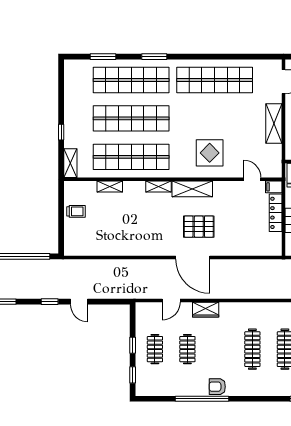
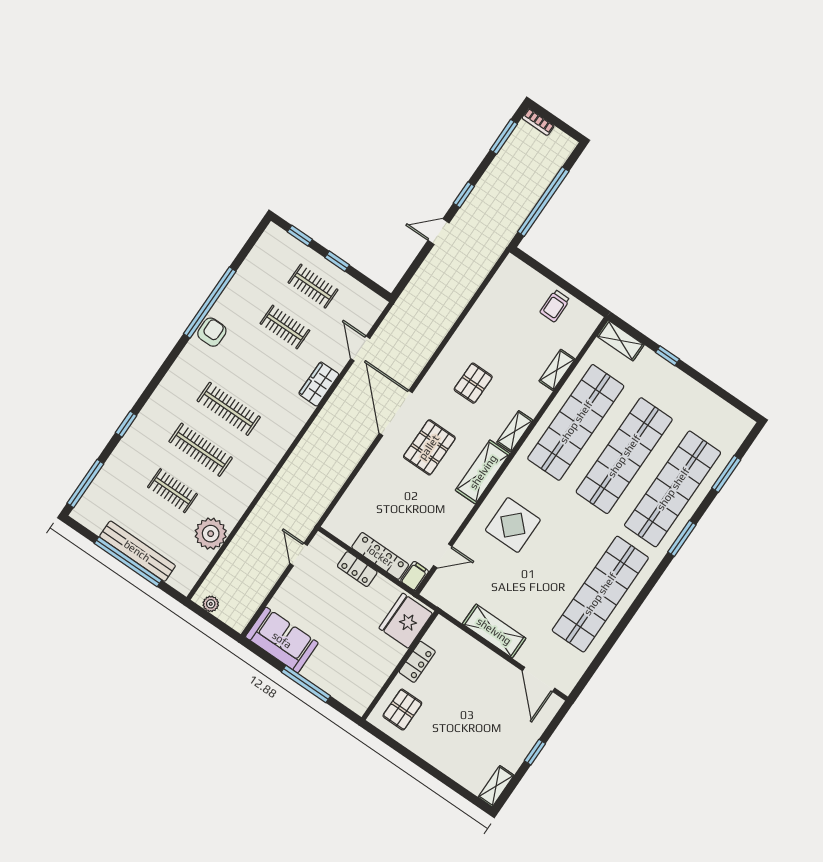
pallet: (148, 227) -> (473, 383), added
door: (193, 257) -> (396, 413), hinge flipped

